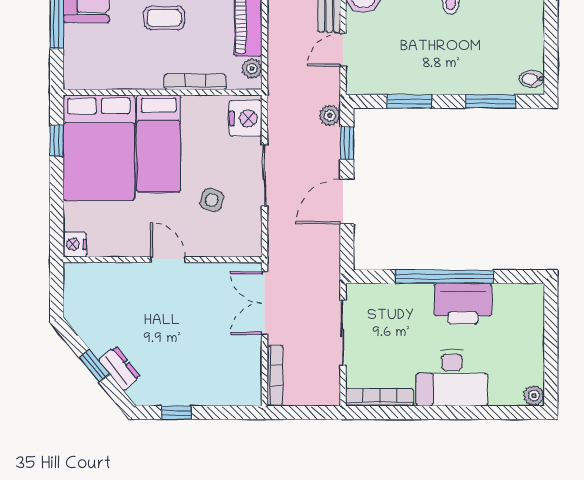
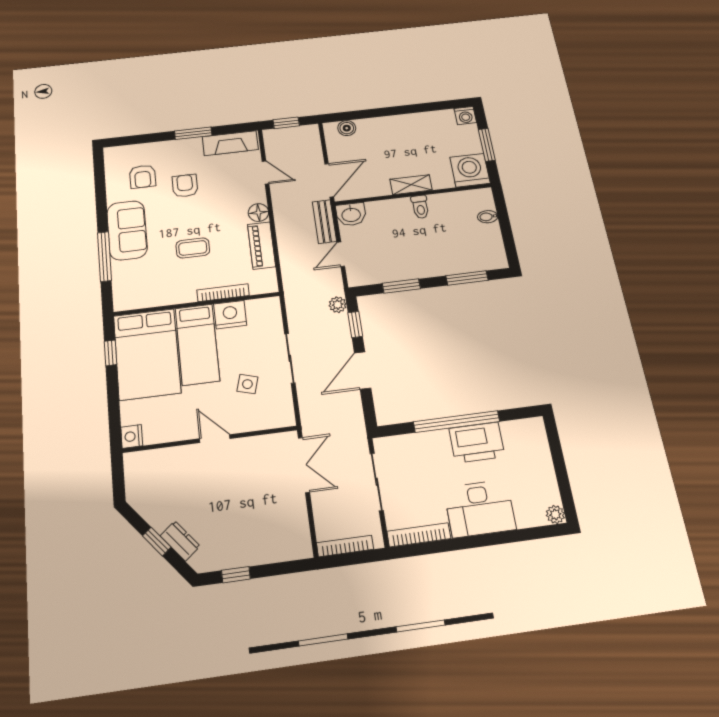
plant: (252, 69) -> (269, 277), removed
bidet: (532, 79) -> (488, 217), moved
nightstand: (246, 118) -> (230, 315), moved, turned -90
double door: (265, 303) -> (304, 465), swing flipped
bookcase: (275, 376) -> (345, 546), moved, turned -90

